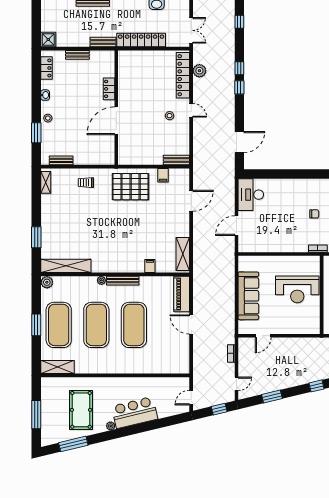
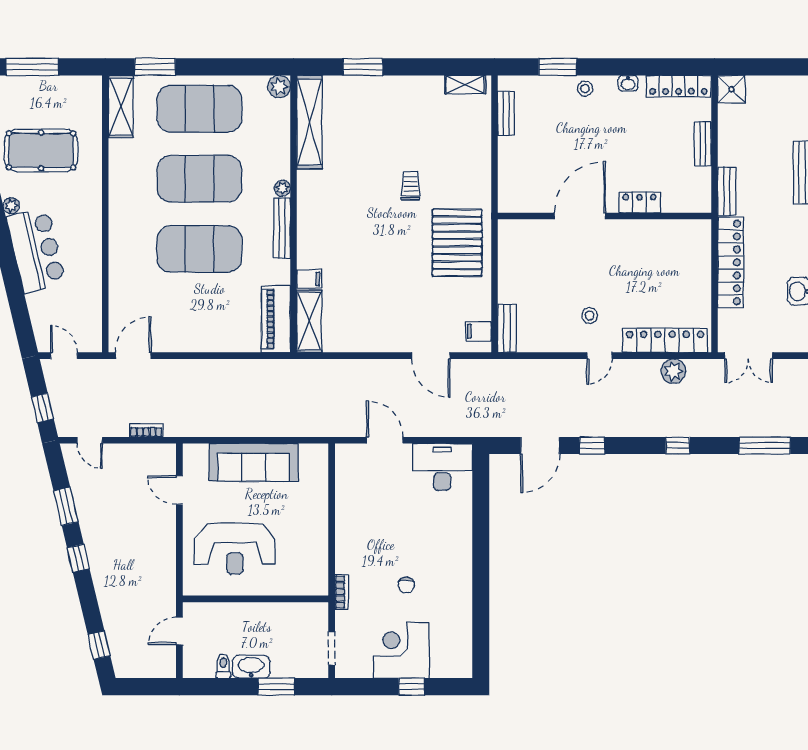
window: (239, 22) -> (765, 446), width x2.17
locker: (46, 68) -> (678, 86), width x1.53
window: (239, 87) -> (592, 446), moved
door: (116, 121) -> (580, 216), hinge flipped
door: (239, 142) -> (540, 446), hinge flipped
filing cabinet: (163, 175) -> (478, 331), moved
trolley: (86, 183) -> (410, 186), moved
shelving: (183, 254) -> (309, 321), moved, turned 90
reception desk: (297, 289) -> (235, 549), moved, turned -90
piano: (182, 294) -> (276, 319), moved, turned -90
door: (191, 324) -> (133, 356), moved
window: (36, 325) -> (155, 67), moved
window: (316, 386) -> (78, 558), moved

